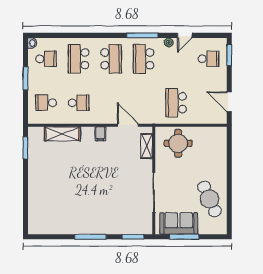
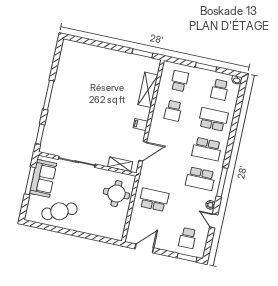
school desk: (144, 59) -> (200, 179), turned 180

